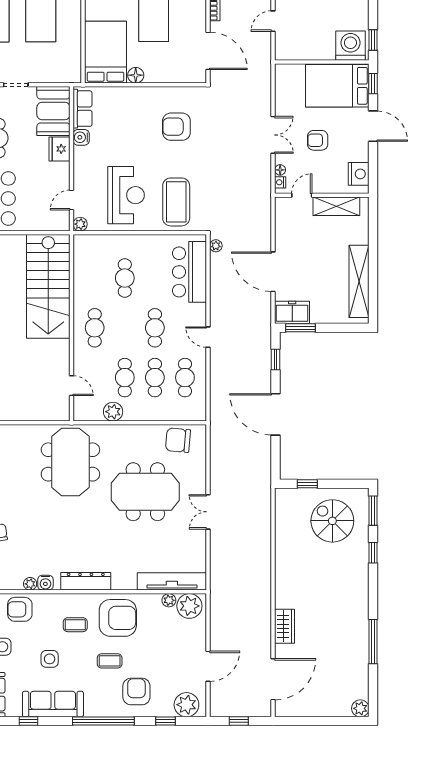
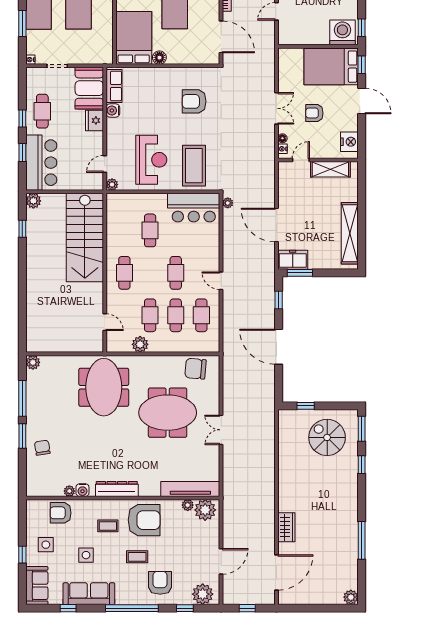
bar counter: (190, 272) -> (194, 208), moved, turned -90

